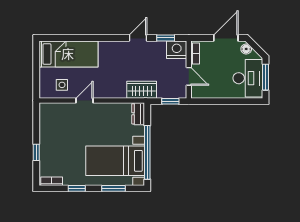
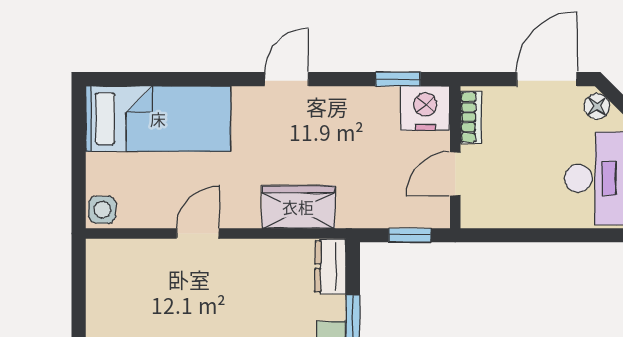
door: (138, 38) -> (287, 79), moved
door: (189, 76) -> (455, 174), swing flipped
side table: (62, 85) -> (102, 210), moved
wardrobe: (142, 90) -> (298, 207), moved

